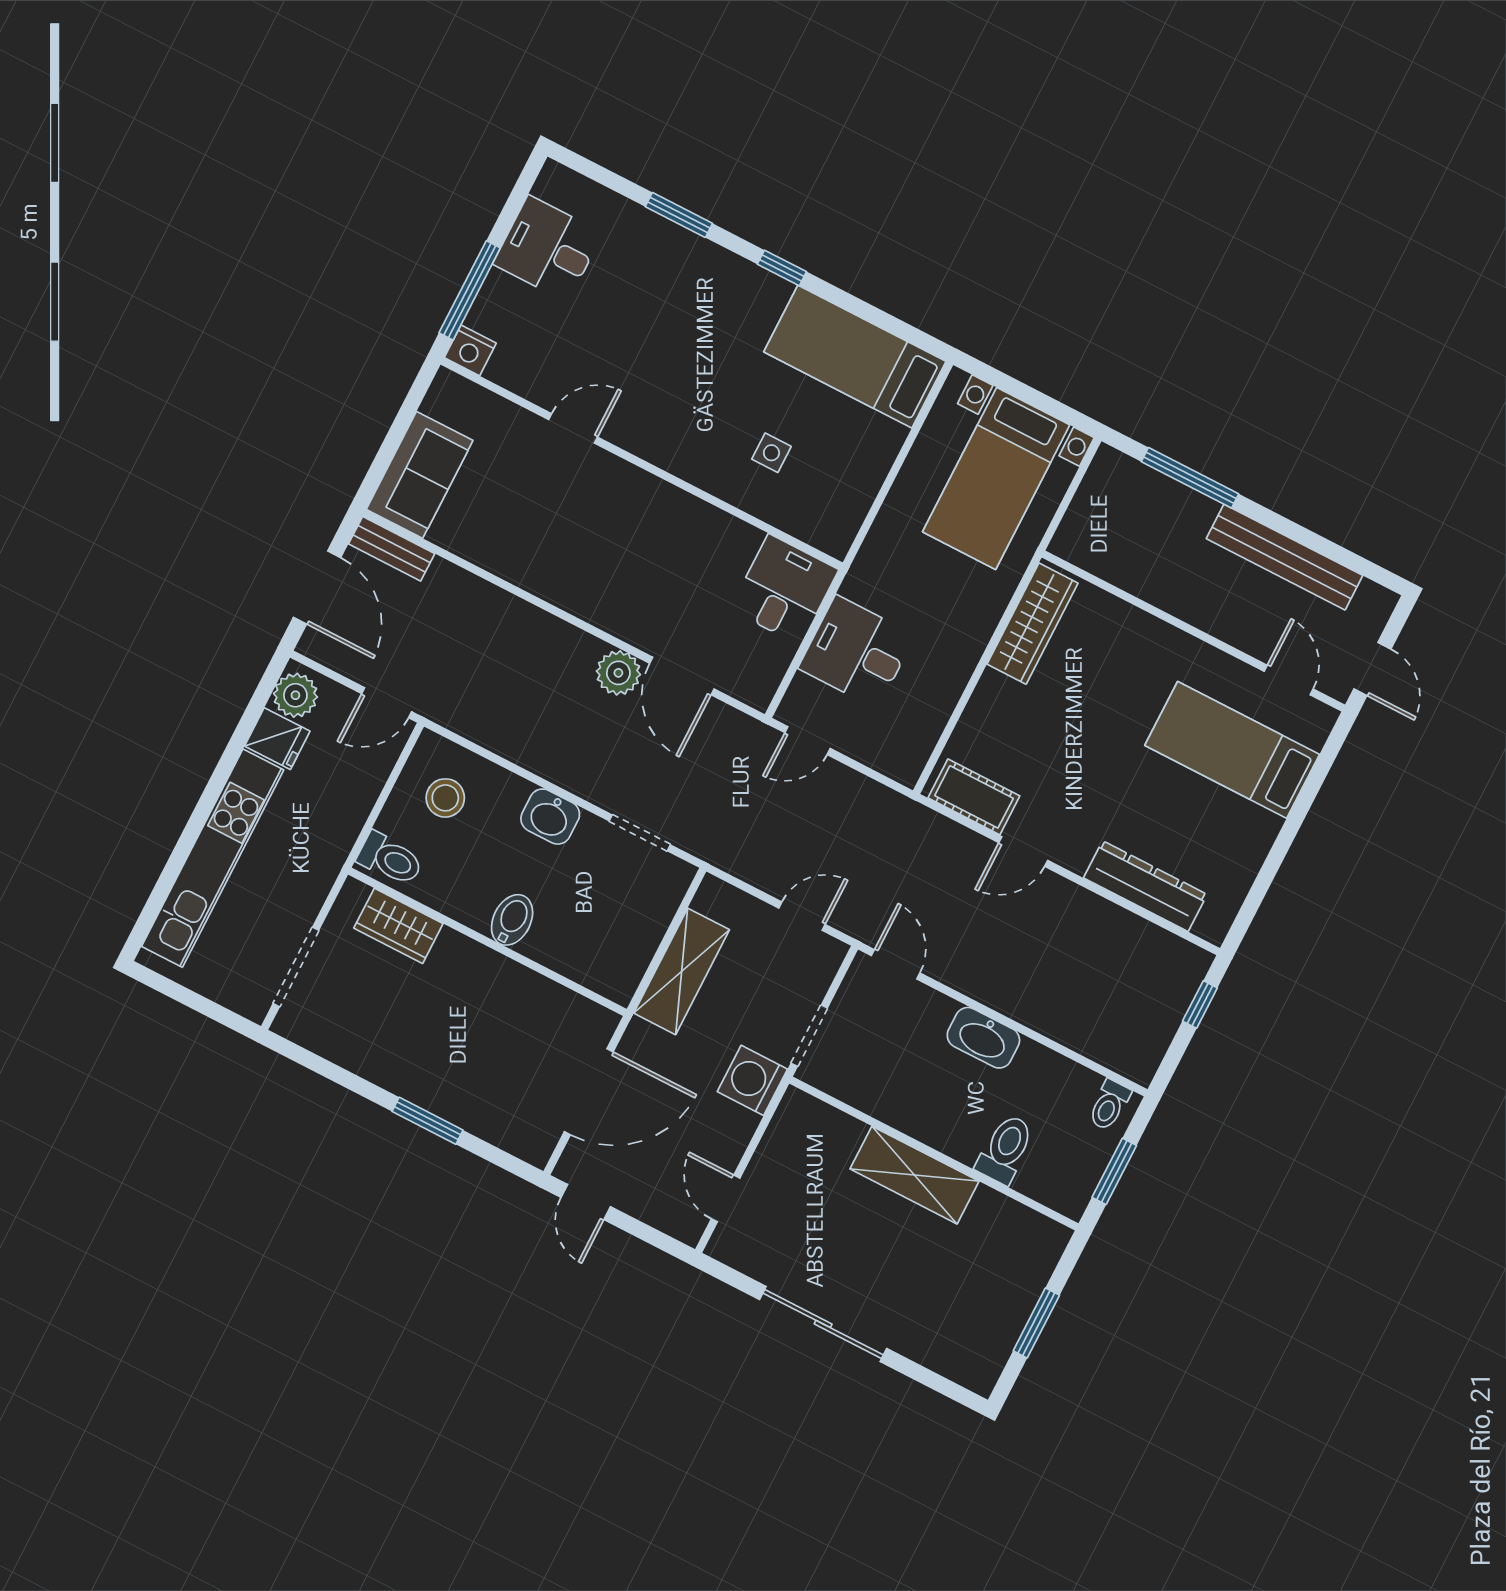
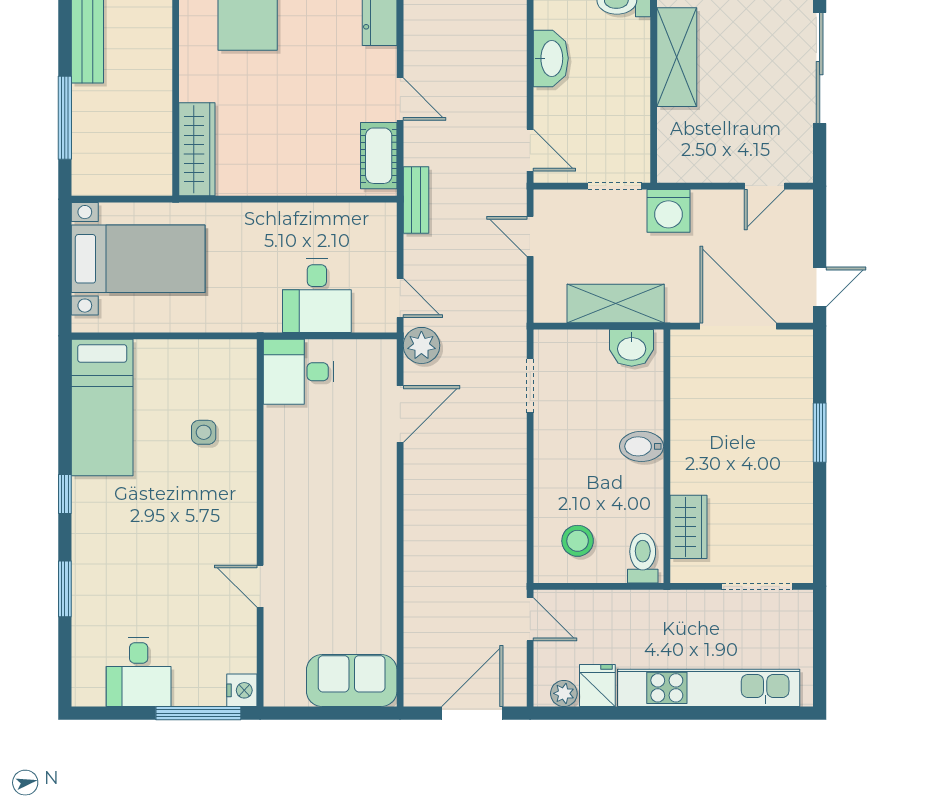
bench: (392, 549) -> (416, 200), moved
wardrobe: (1032, 624) -> (197, 149), moved, turned 90
plant: (618, 673) -> (421, 345), moved
plant: (295, 695) -> (564, 693), width x0.73, depth x0.73
washbasin: (550, 817) -> (632, 348), moved, turned 90
door: (896, 964) -> (530, 150), swing flipped

